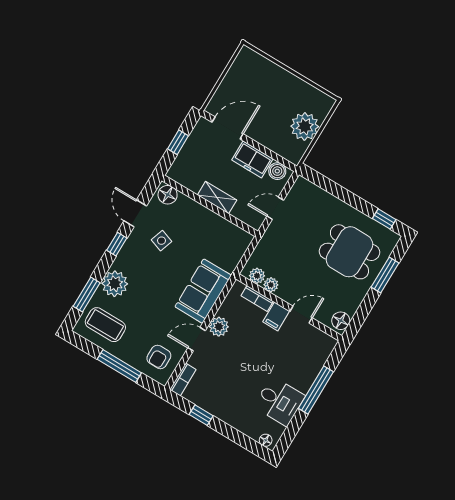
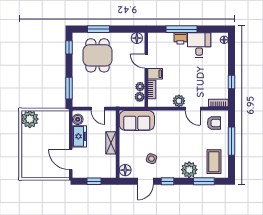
plant: (305, 126) -> (30, 119), moved
window: (328, 185) -> (69, 88), added
sofa: (203, 291) -> (137, 120), moved
printer: (304, 381) -> (180, 38), added

